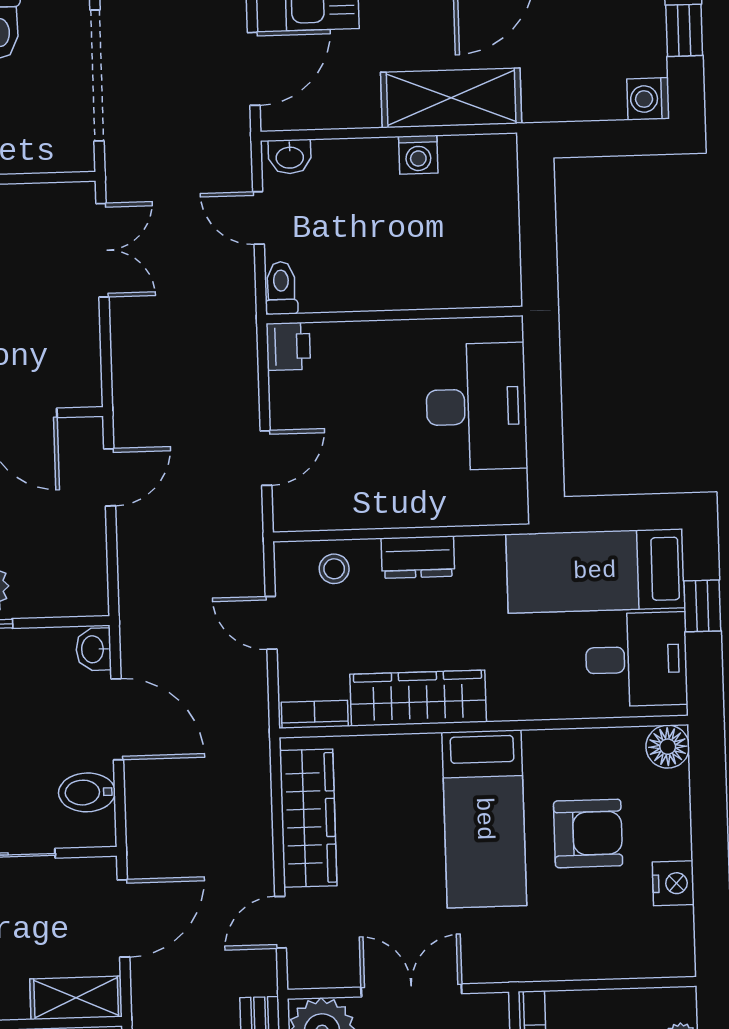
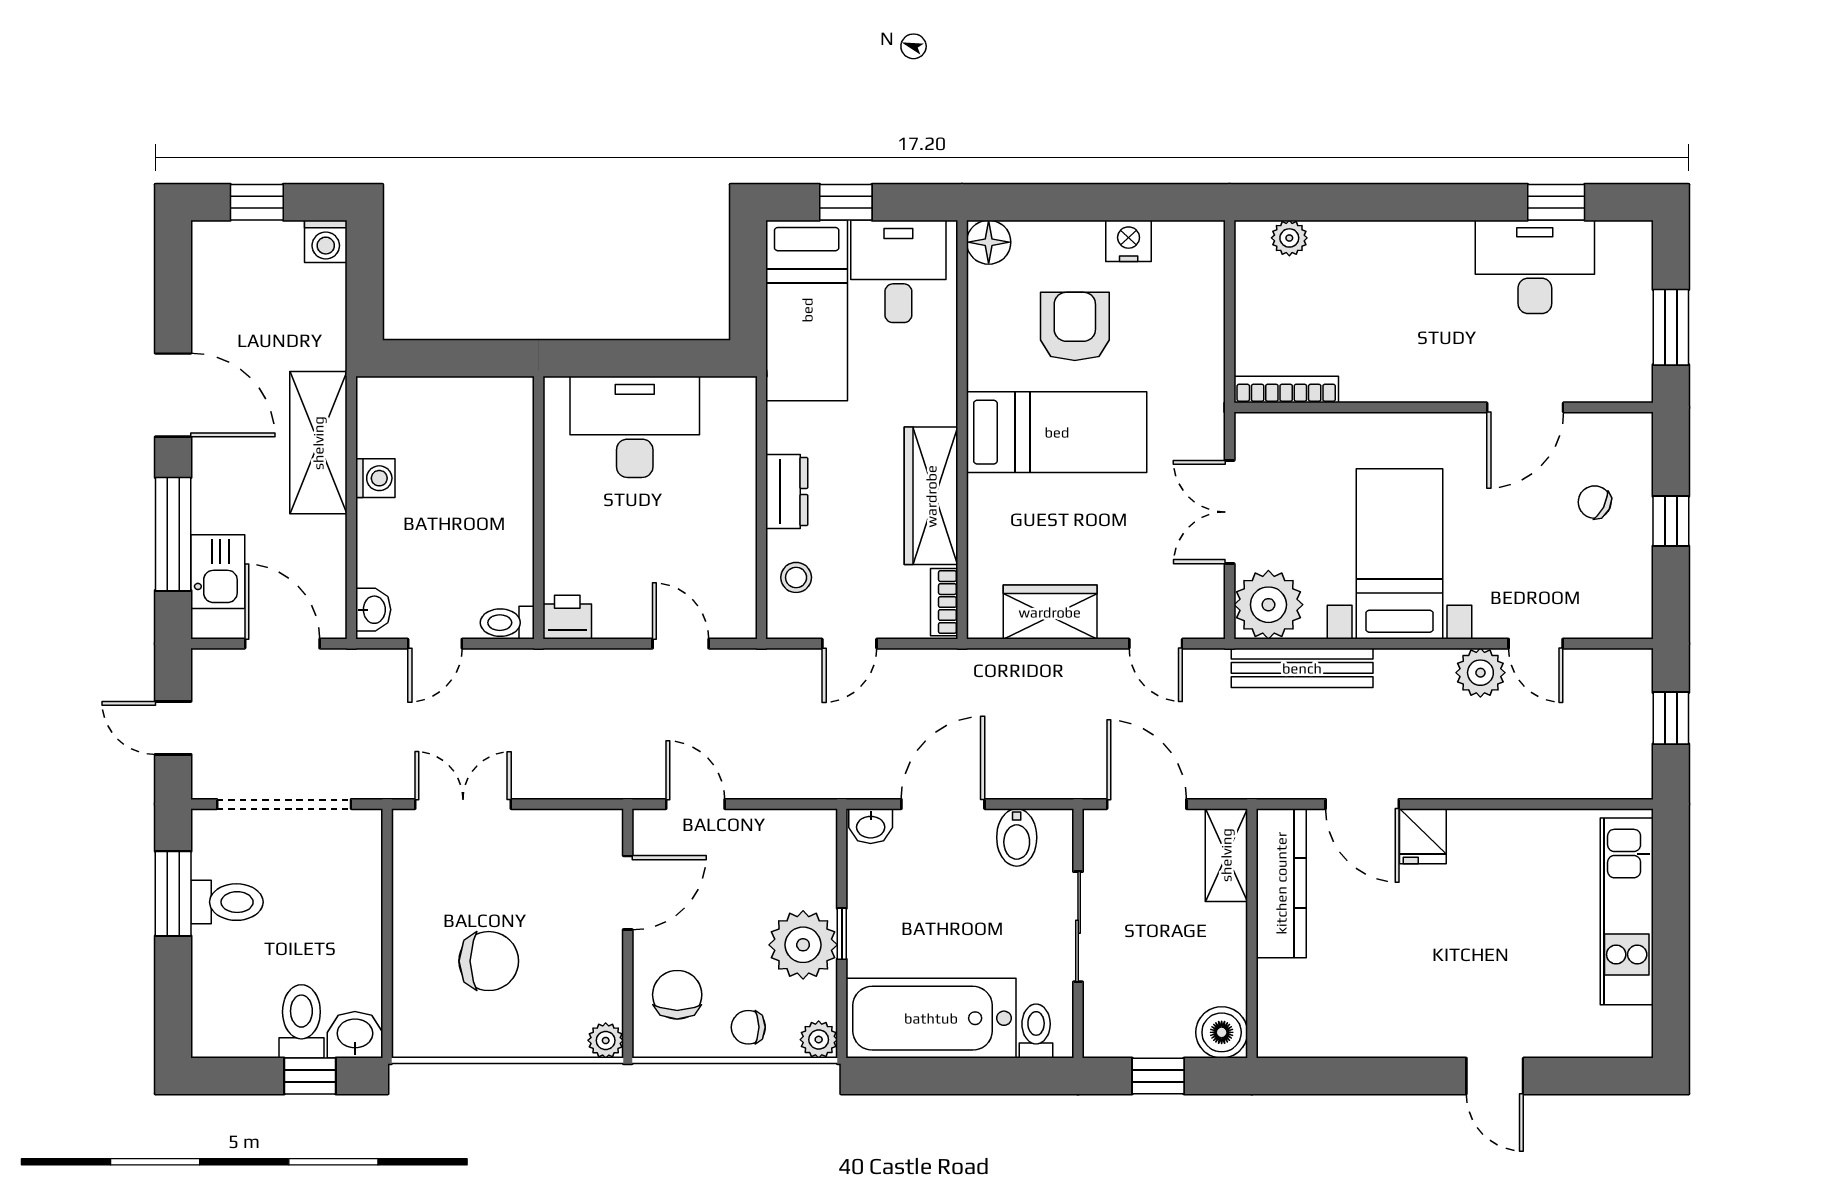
wardrobe: (308, 818) -> (1050, 612), width x0.67

